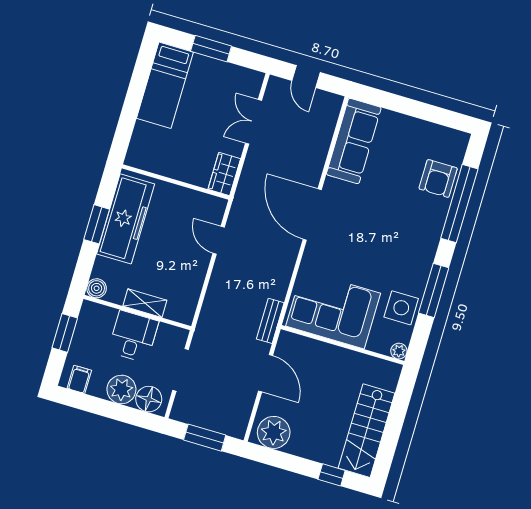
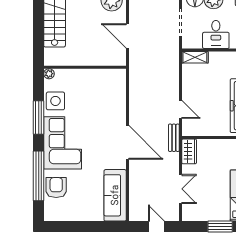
shelving: (145, 303) -> (195, 57), moved
corner sofa: (333, 310) -> (63, 143), moved, turned -90
bench: (270, 321) -> (174, 138), moved

